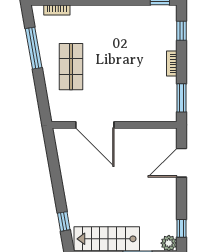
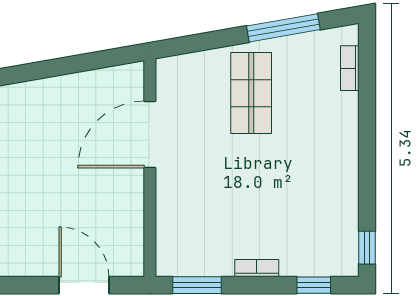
shop shelf: (71, 67) -> (251, 93), turned 90

